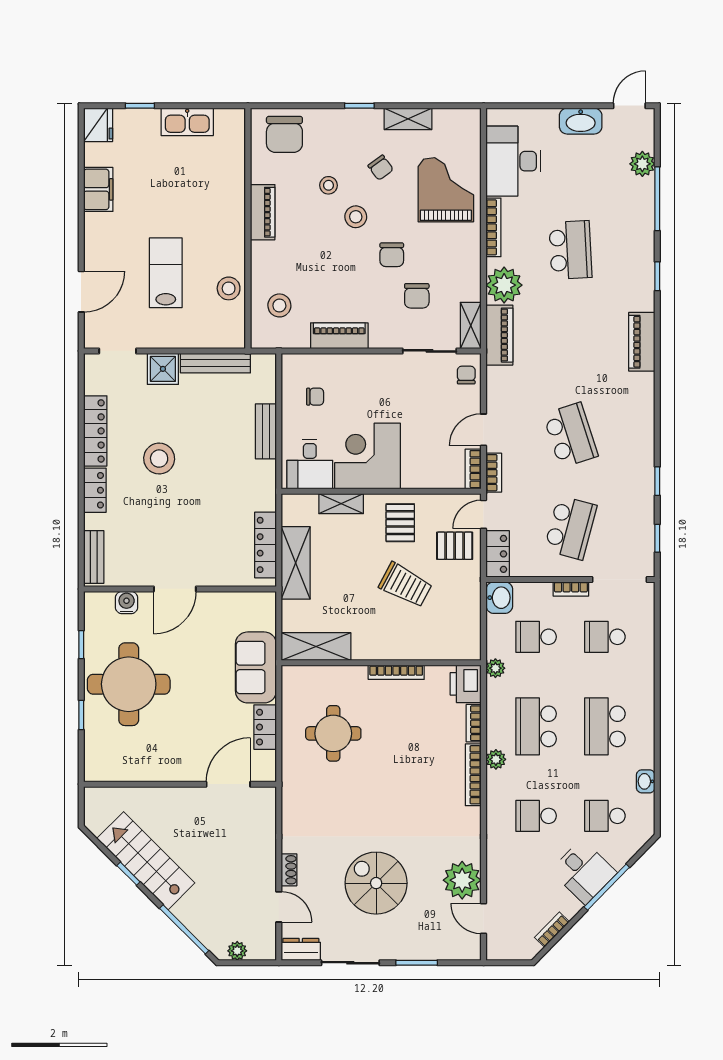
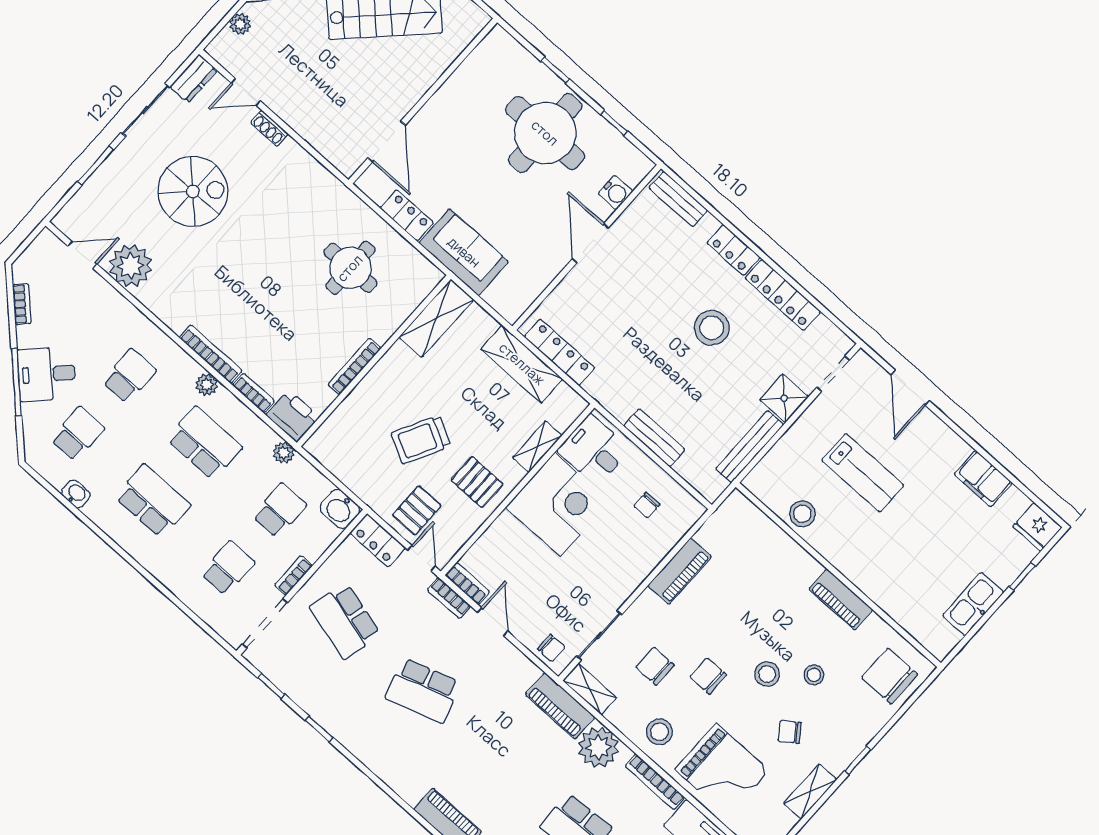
stool: (279, 305) -> (659, 732), moved

